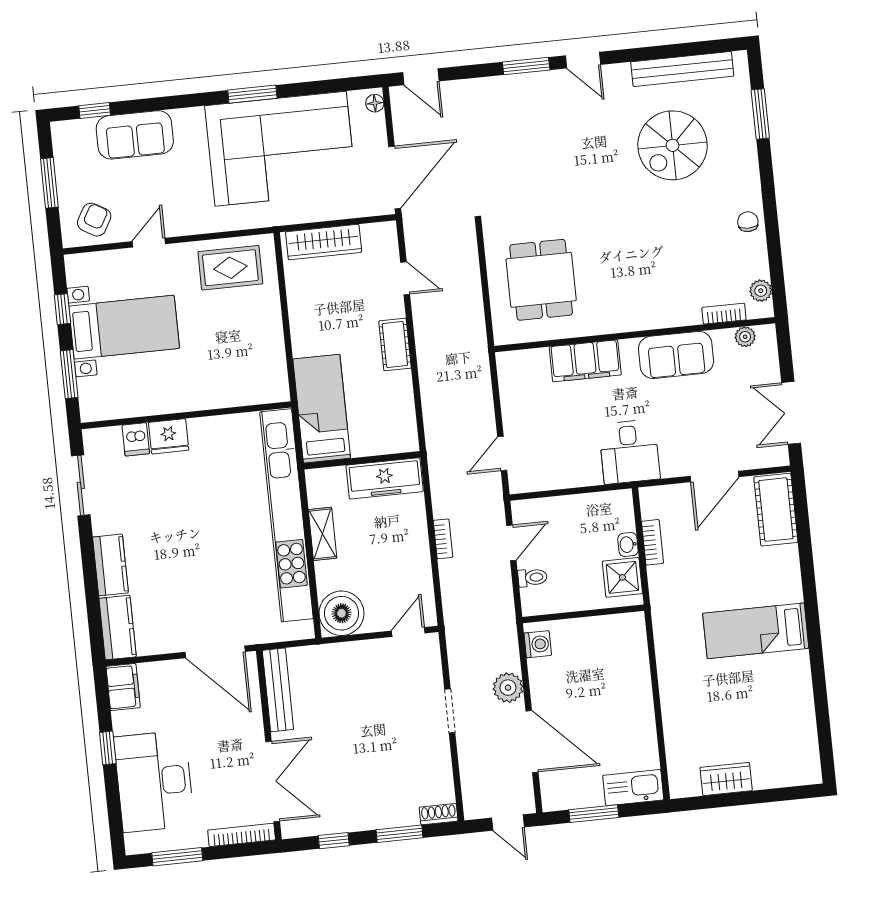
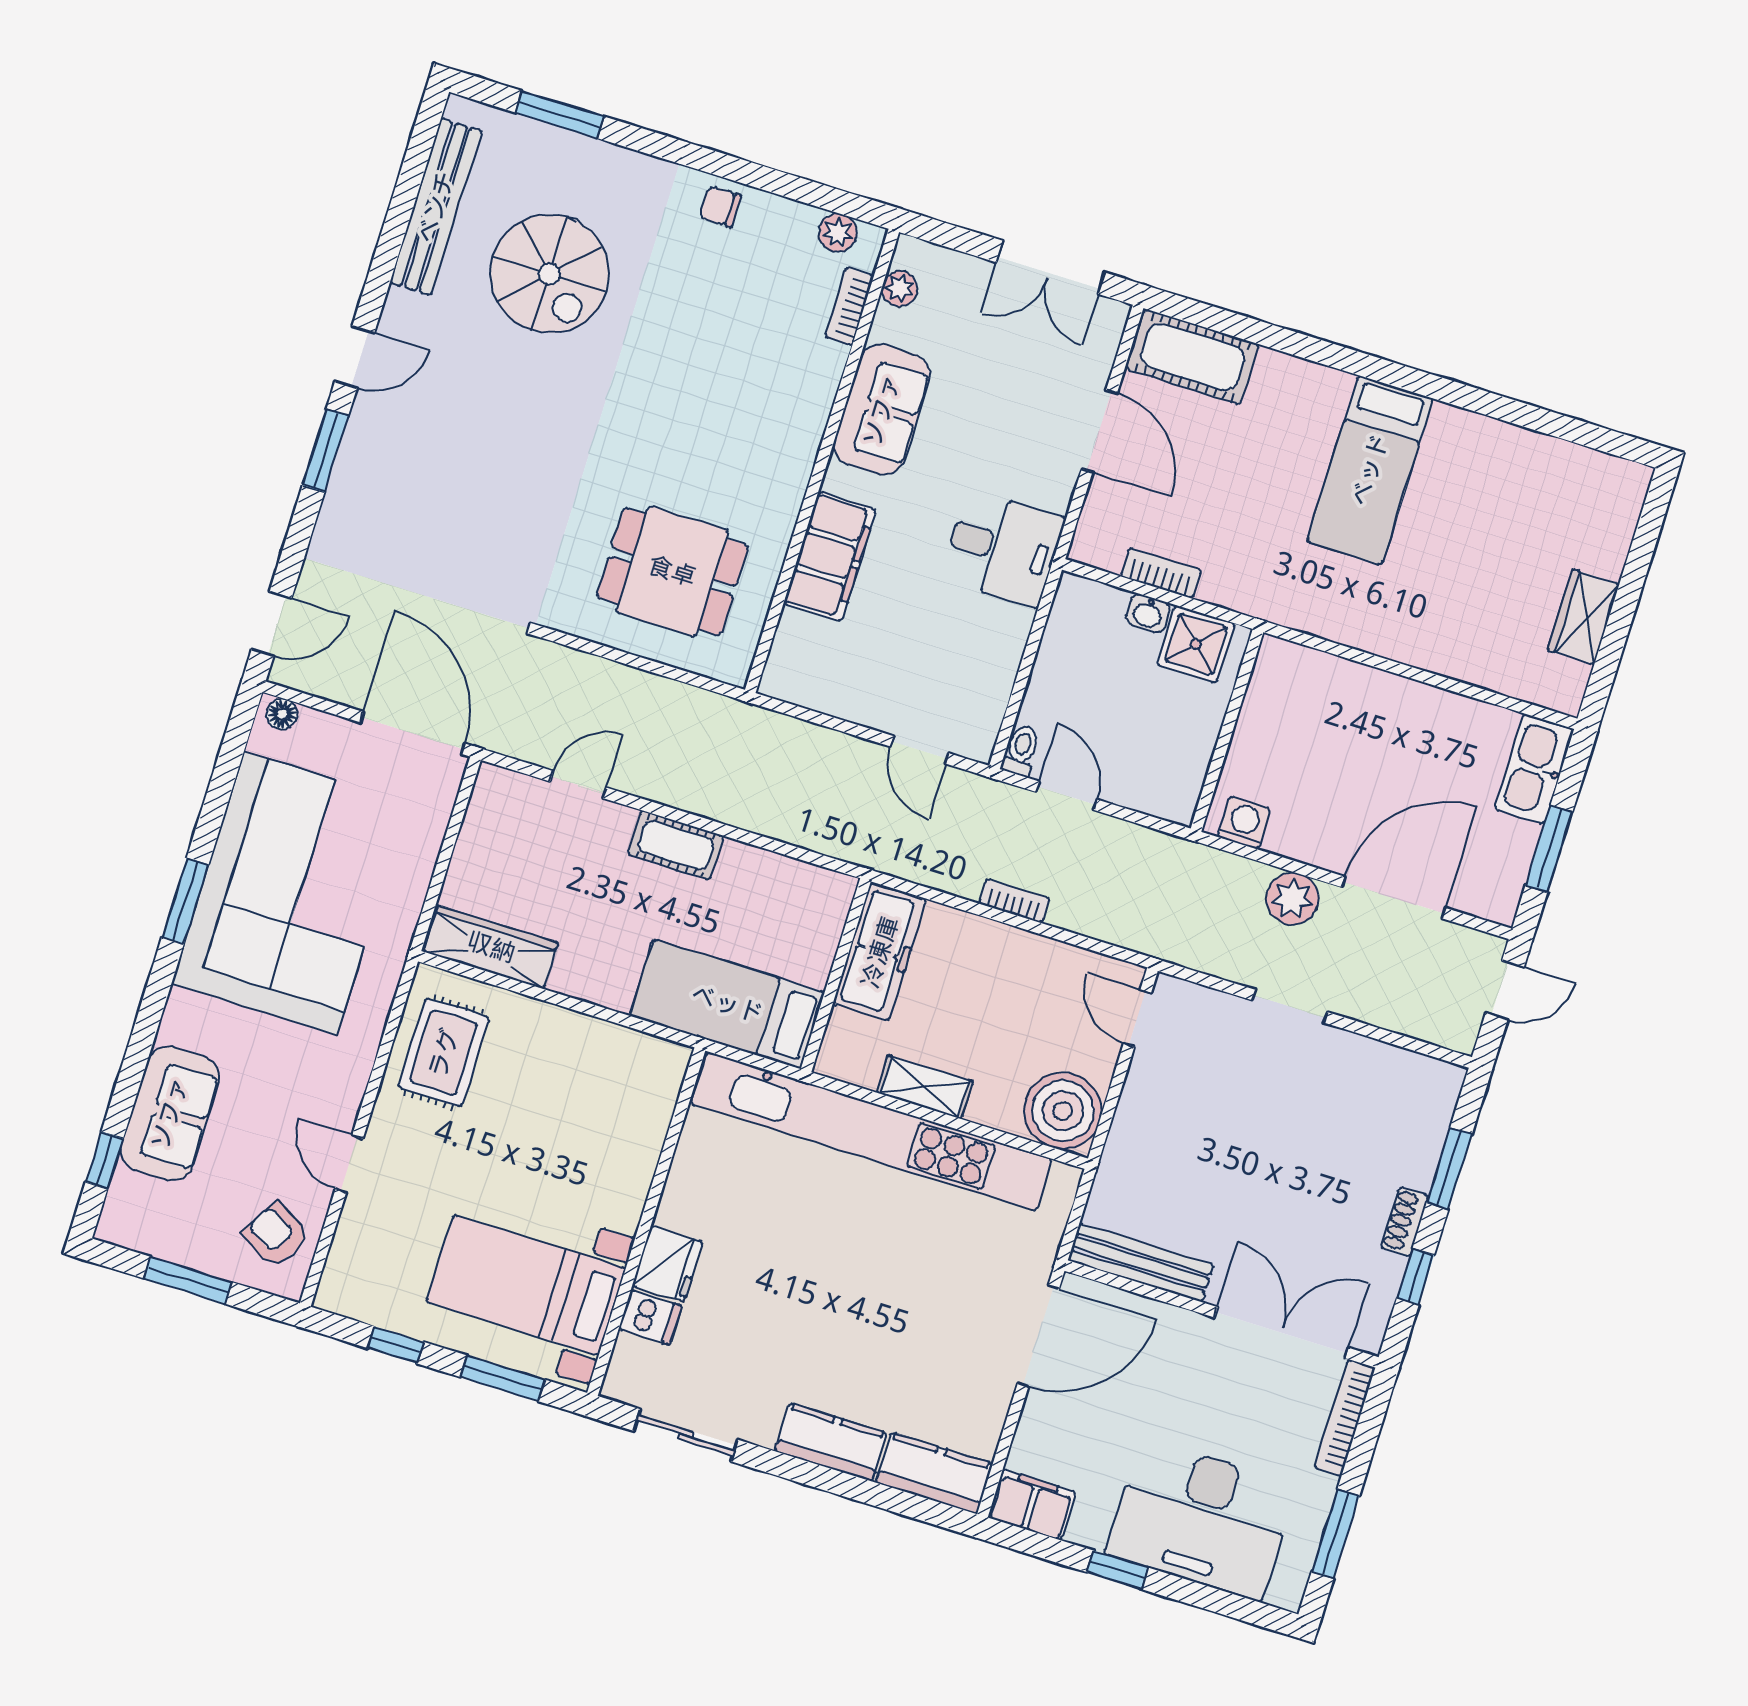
wardrobe: (324, 242) -> (491, 947), moved, turned -90
bed with nightstands: (124, 327) -> (526, 1285), moved, turned -90
toilet: (532, 577) -> (1021, 750), moved
shoe rack: (439, 814) -> (1405, 1222), moved

